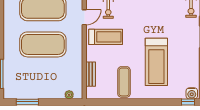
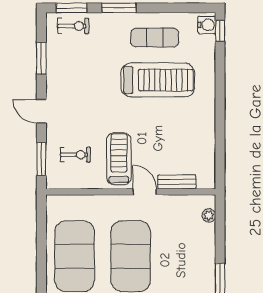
door: (84, 17) -> (145, 192), moved
exercise mat: (124, 82) -> (155, 38), moved

